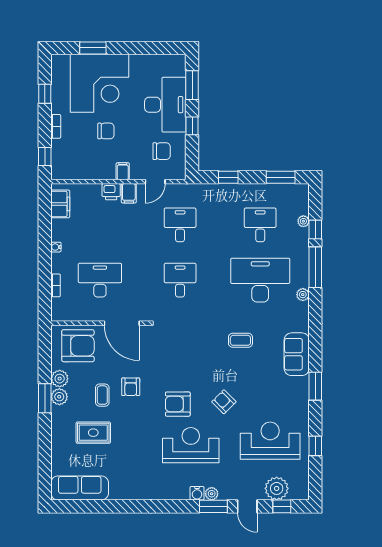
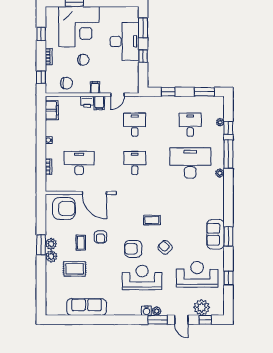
chair: (162, 151) -> (66, 83), moved
coffee table: (240, 340) -> (152, 220), moved
sofa: (297, 354) -> (216, 234), moved
plant: (60, 379) -> (51, 256), moved
sofa: (80, 488) -> (87, 307), moved

